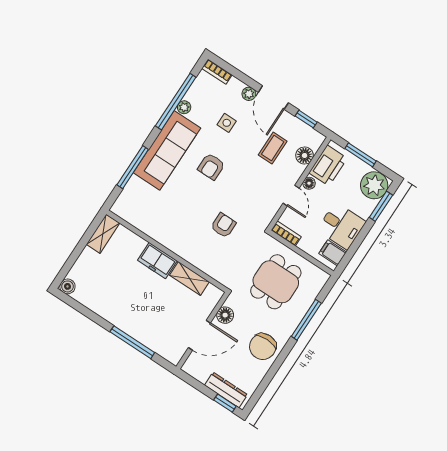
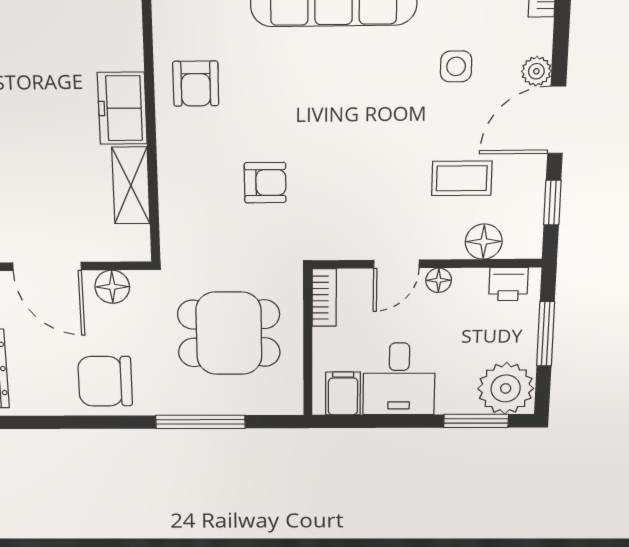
printer: (328, 165) -> (508, 284), width x0.53, depth x0.68
armchair: (211, 167) -> (196, 84), moved, turned -90

